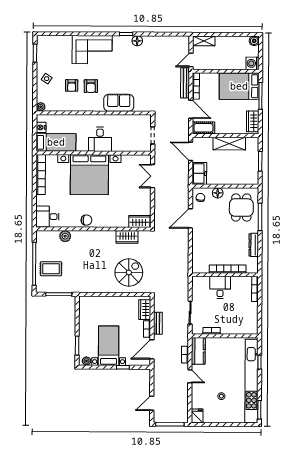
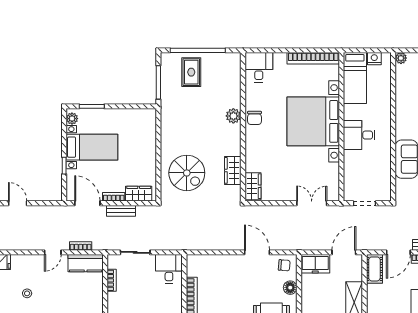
plant: (65, 236) -> (233, 116), moved
desk: (220, 287) -> (169, 269), moved, turned -90

